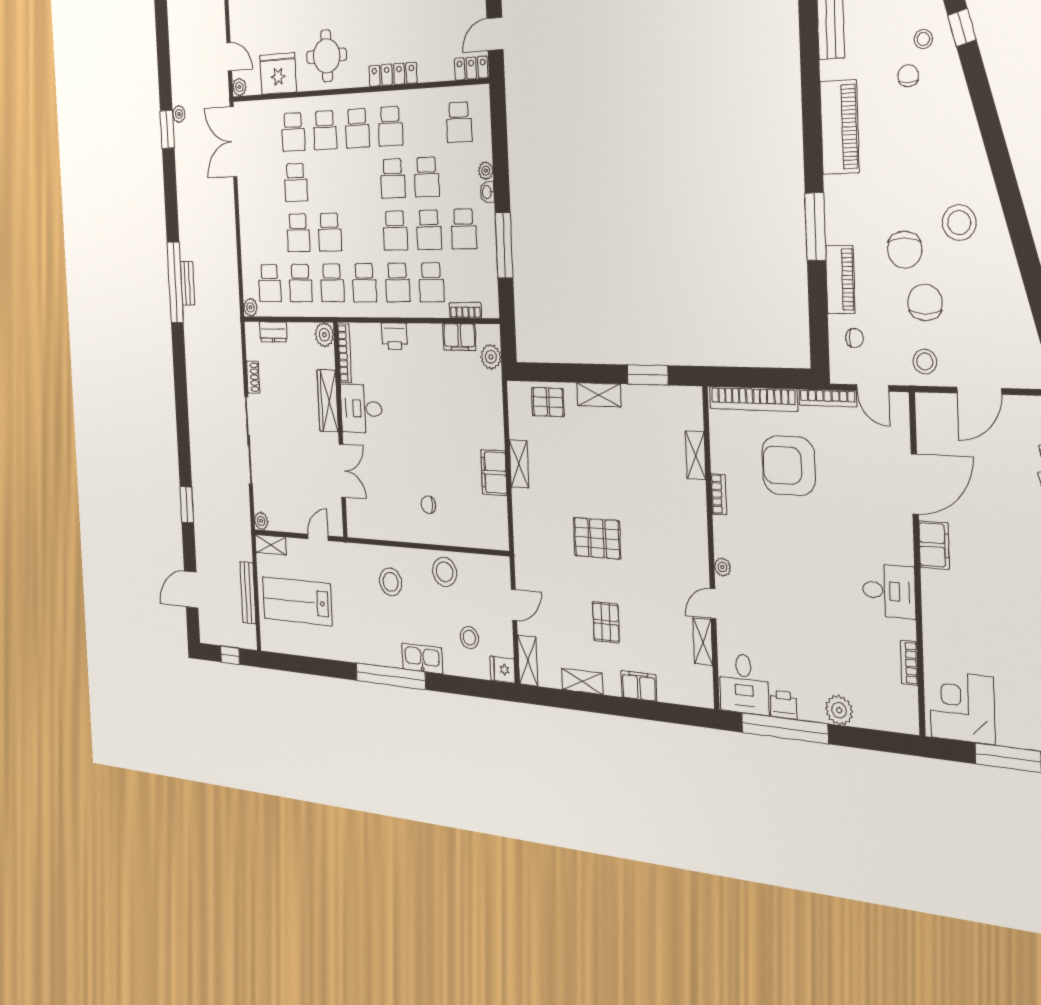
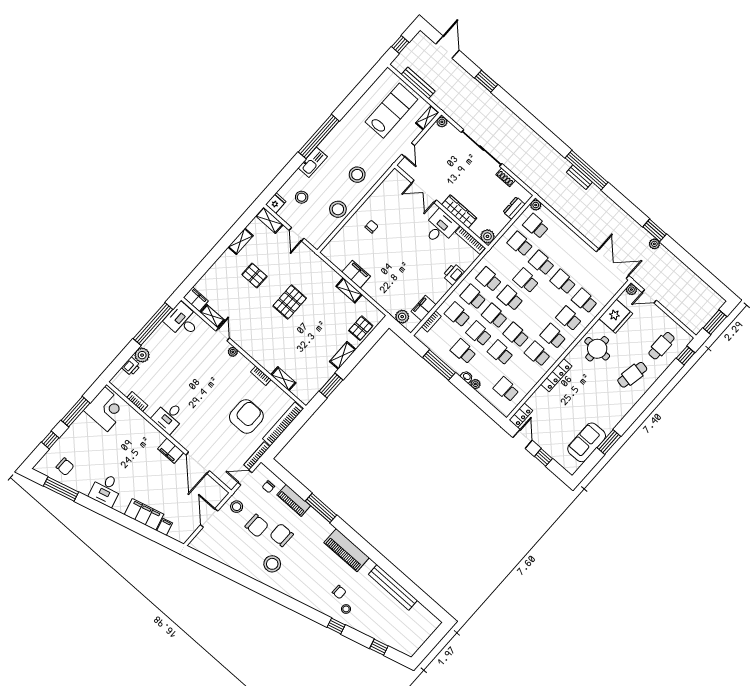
school desk: (332, 283) -> (510, 298), moved
filing cabinet: (639, 686) -> (196, 299), moved, turned -90
printer: (784, 705) -> (131, 366), moved

